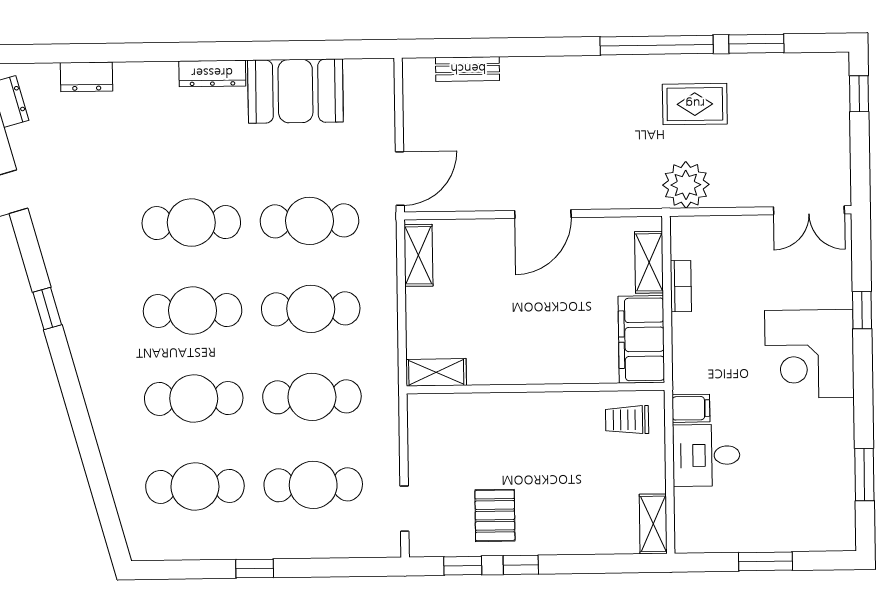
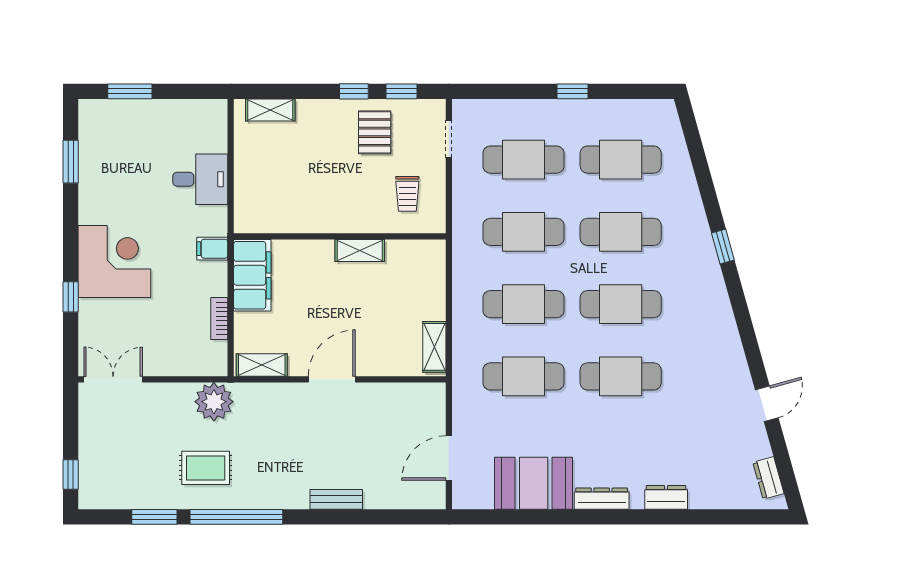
bench: (468, 69) -> (336, 499), moved
dresser: (87, 77) -> (666, 497), moved
door: (400, 178) -> (449, 458), moved
shelving: (649, 262) -> (262, 365), moved, turned 90
window: (47, 309) -> (723, 246), moved
shelving: (436, 372) -> (360, 251), moved
filing cabinet: (691, 408) -> (212, 249), moved
trolley: (627, 420) -> (407, 194), moved, turned 90
shelving: (653, 524) -> (270, 110), moved, turned 90
window: (765, 561) -> (130, 91), moved

